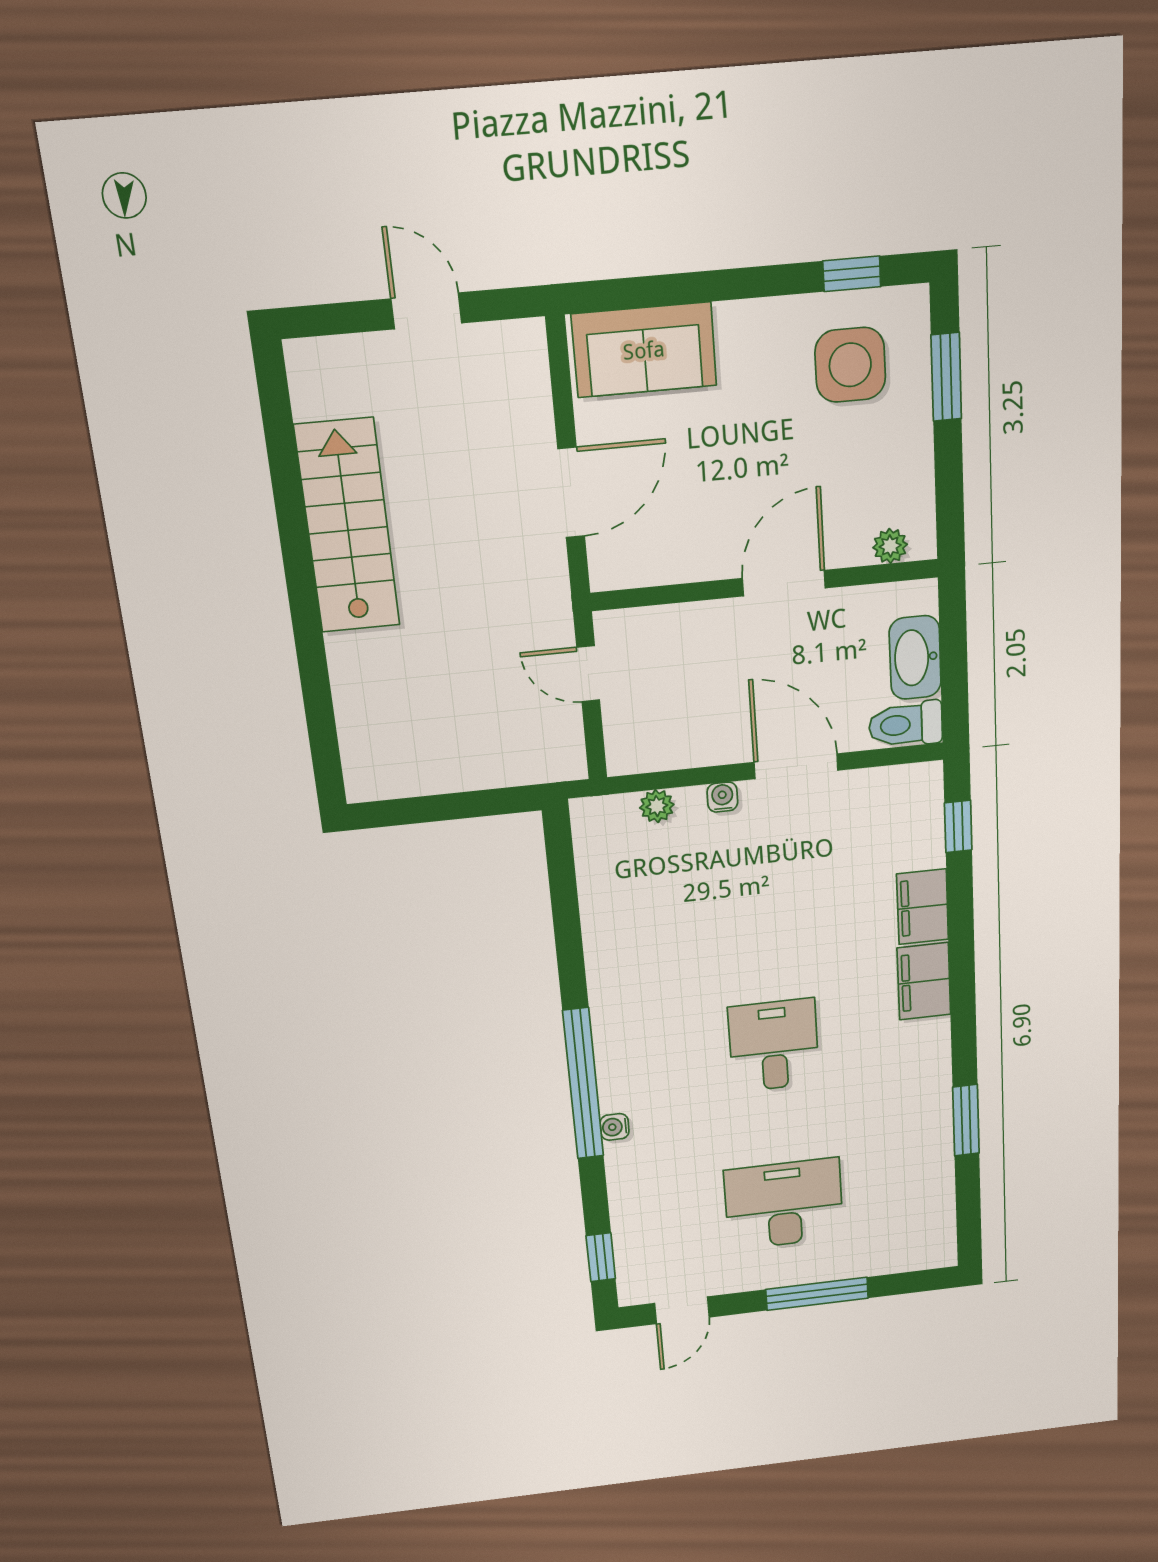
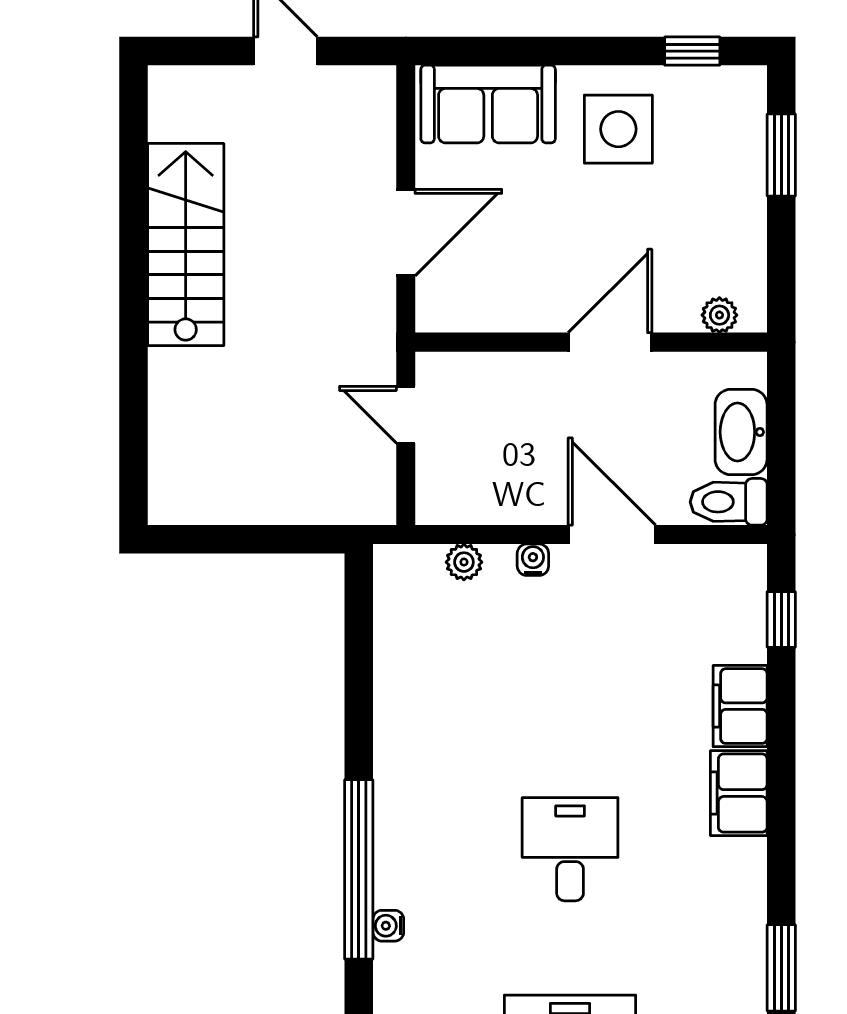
side table: (850, 365) -> (618, 129), moved

